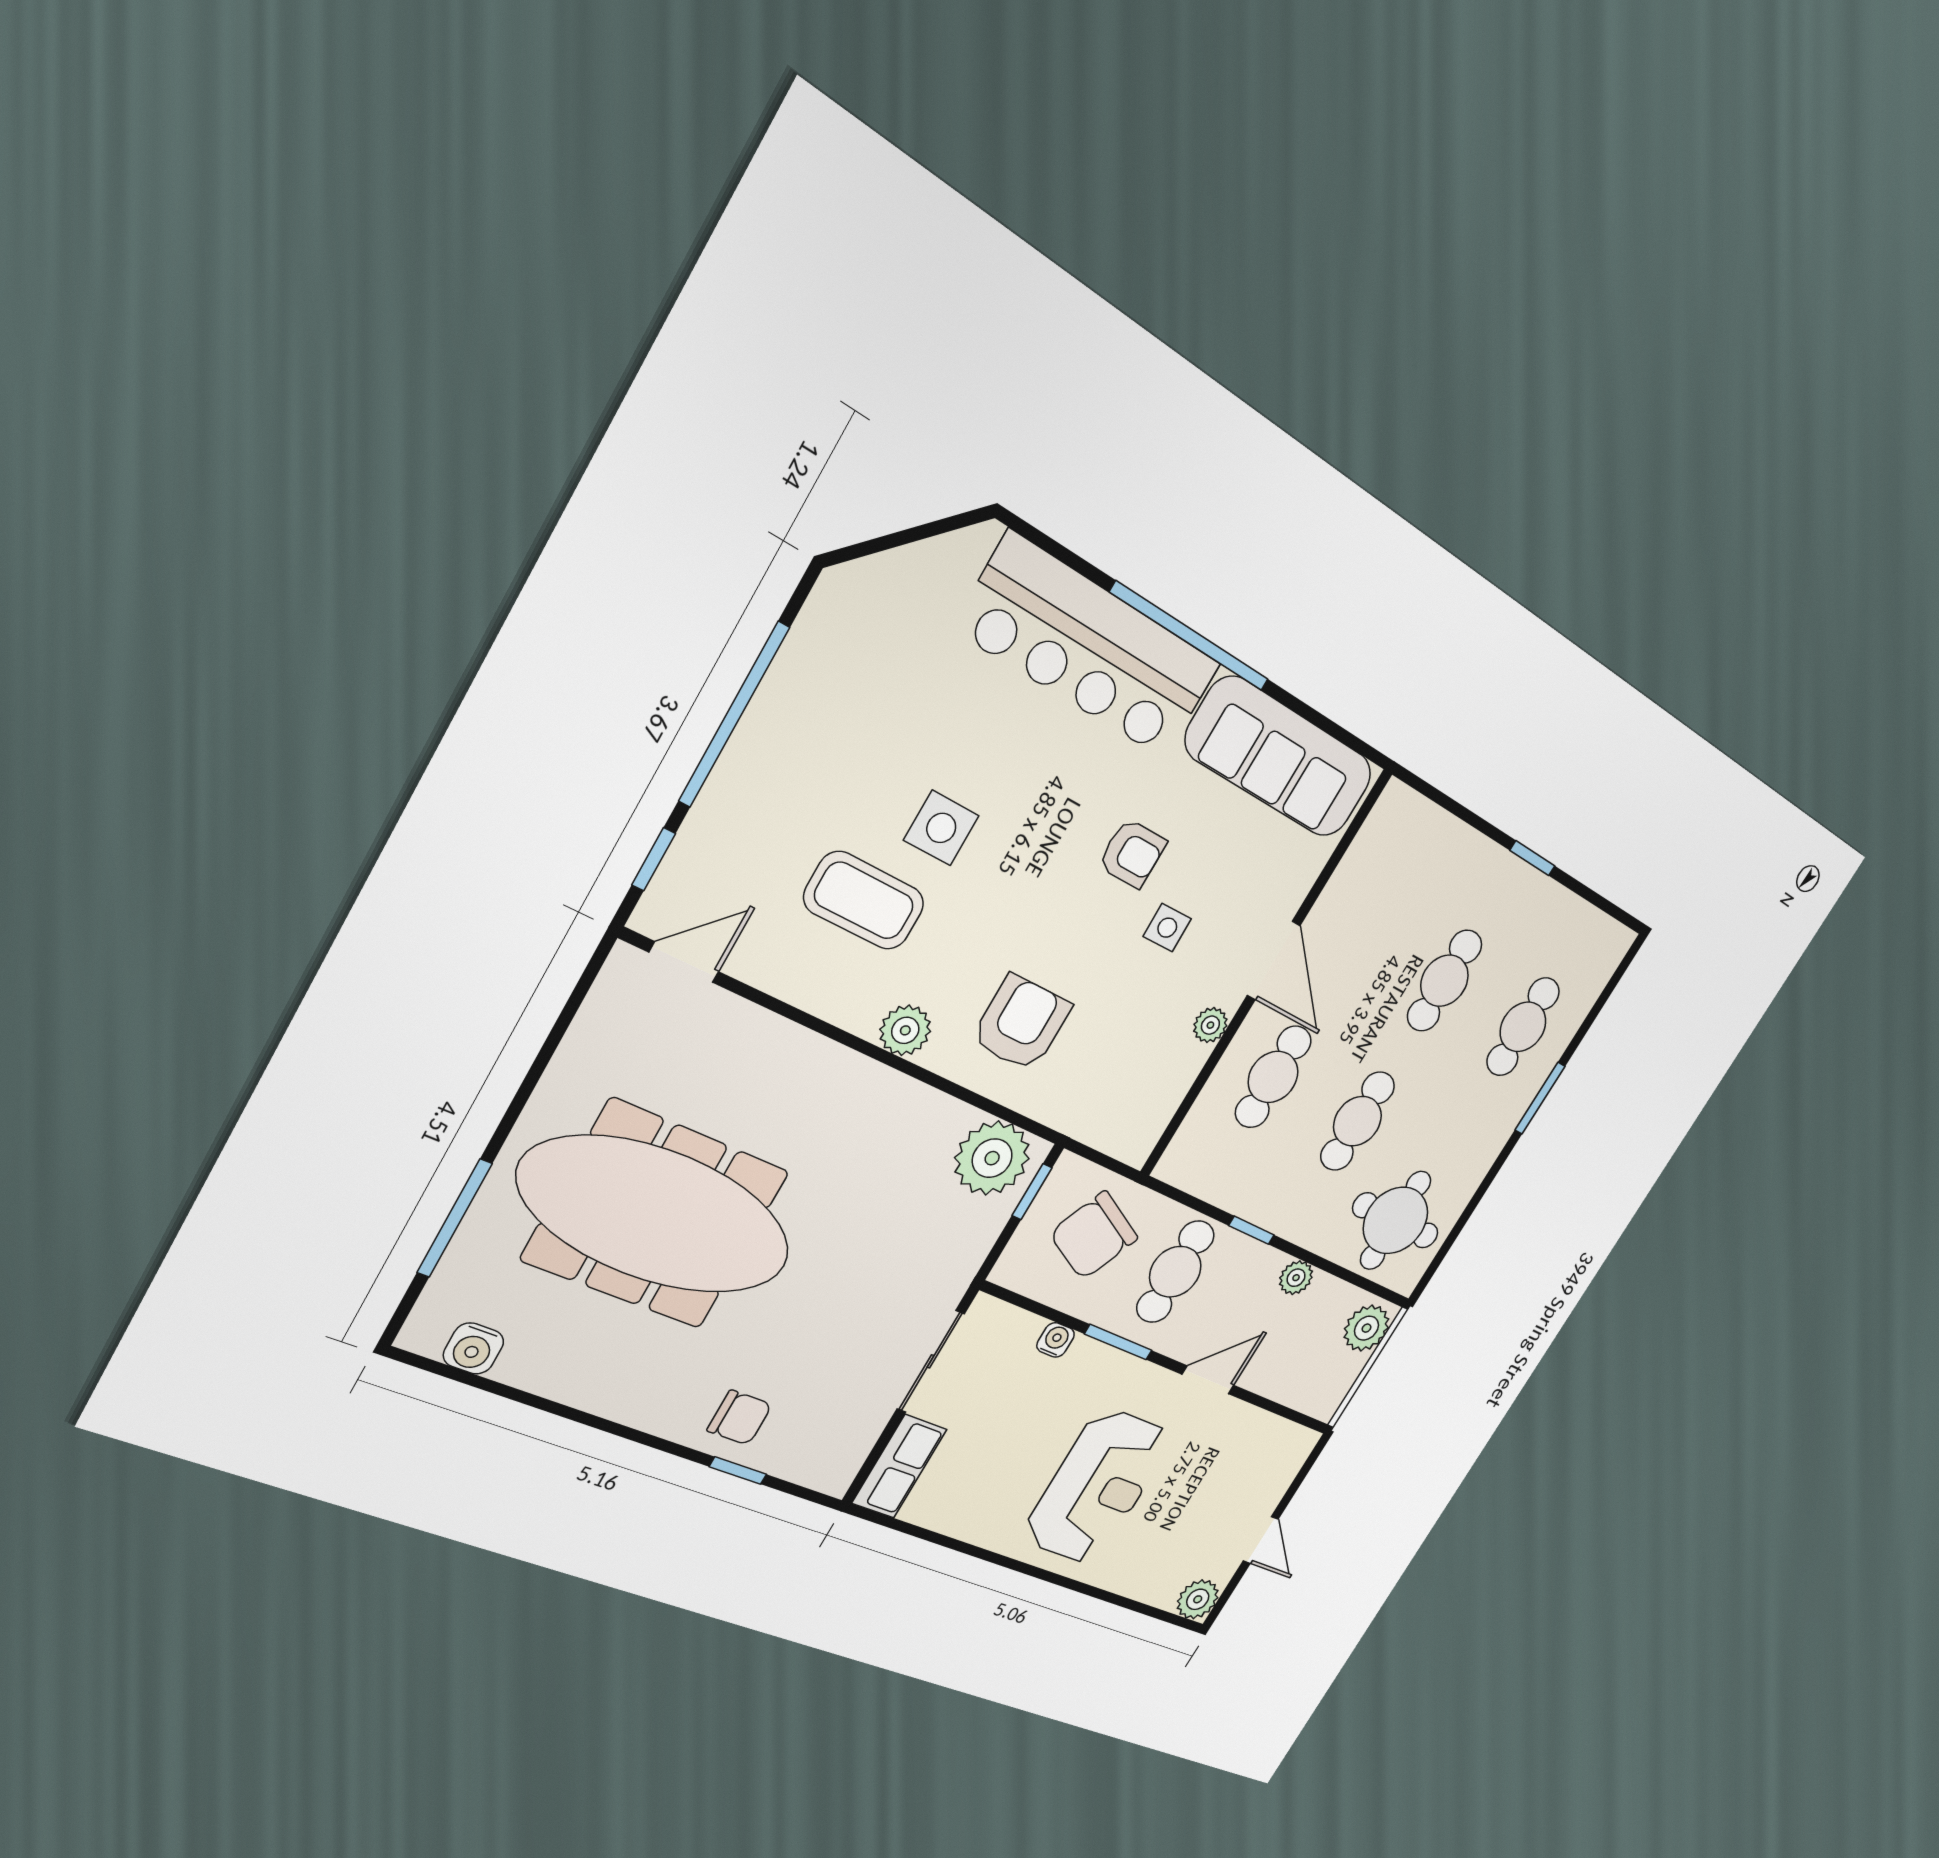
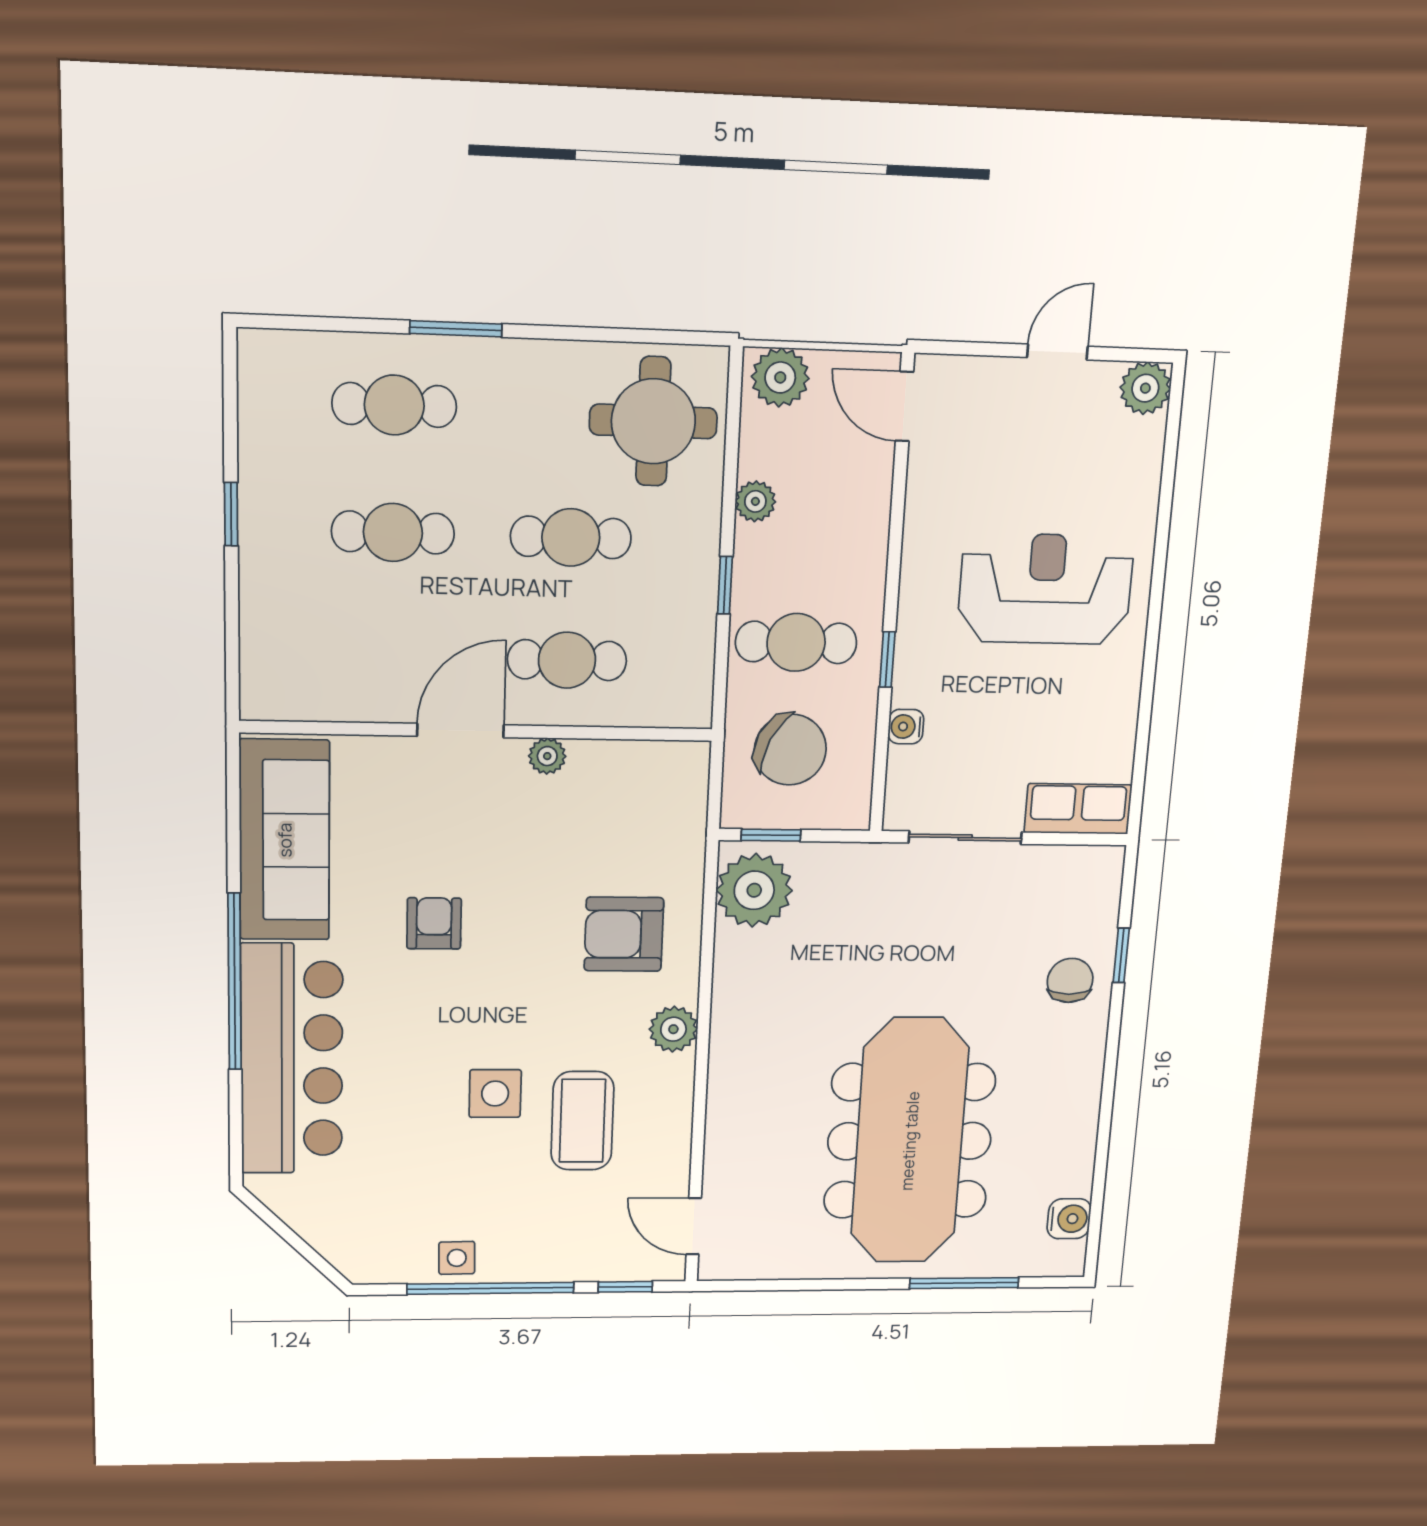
side table: (1167, 928) -> (457, 1258), moved
window: (1118, 1342) -> (887, 659), width x0.67
door: (1208, 1380) -> (904, 406), moved

